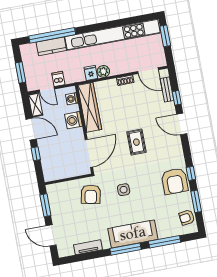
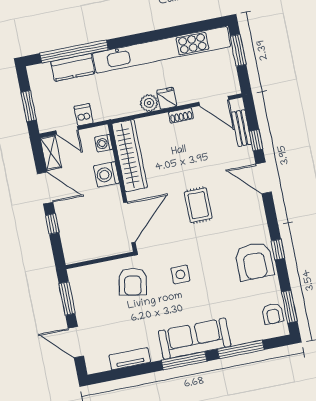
fridge: (91, 73) -> (167, 98), moved
window: (196, 201) -> (289, 307), moved
armchair: (187, 217) -> (273, 314), turned -82

